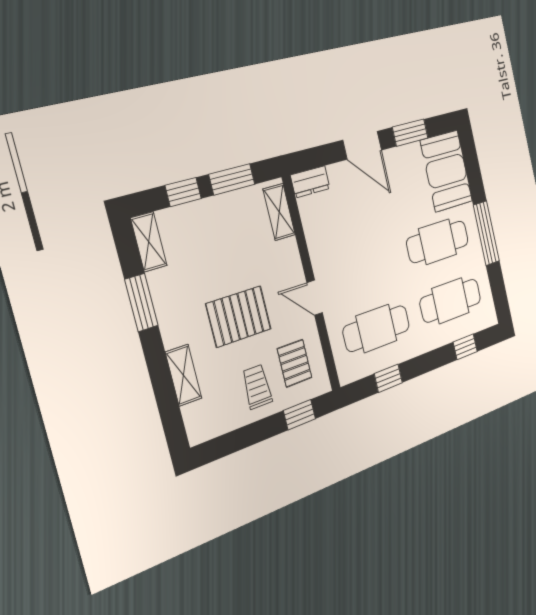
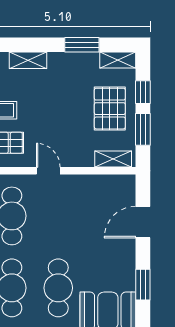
door: (362, 145) -> (143, 222), moved
dresser: (310, 182) -> (127, 189), removed
door: (315, 298) -> (48, 171), hinge flipped
pallet: (239, 316) -> (110, 109), moved

